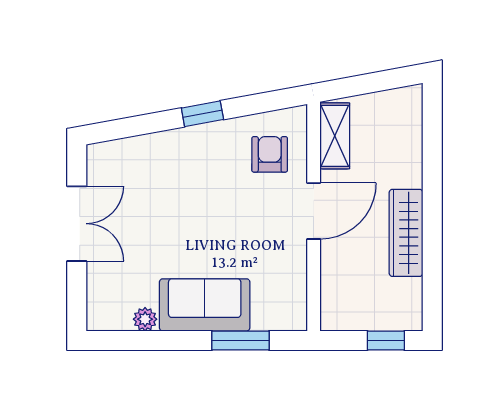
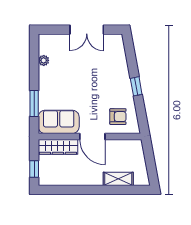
shelving: (335, 136) -> (118, 179), moved
wardrobe: (406, 233) -> (58, 147), moved, turned 180
sofa: (205, 305) -> (59, 122), moved, turned -90

